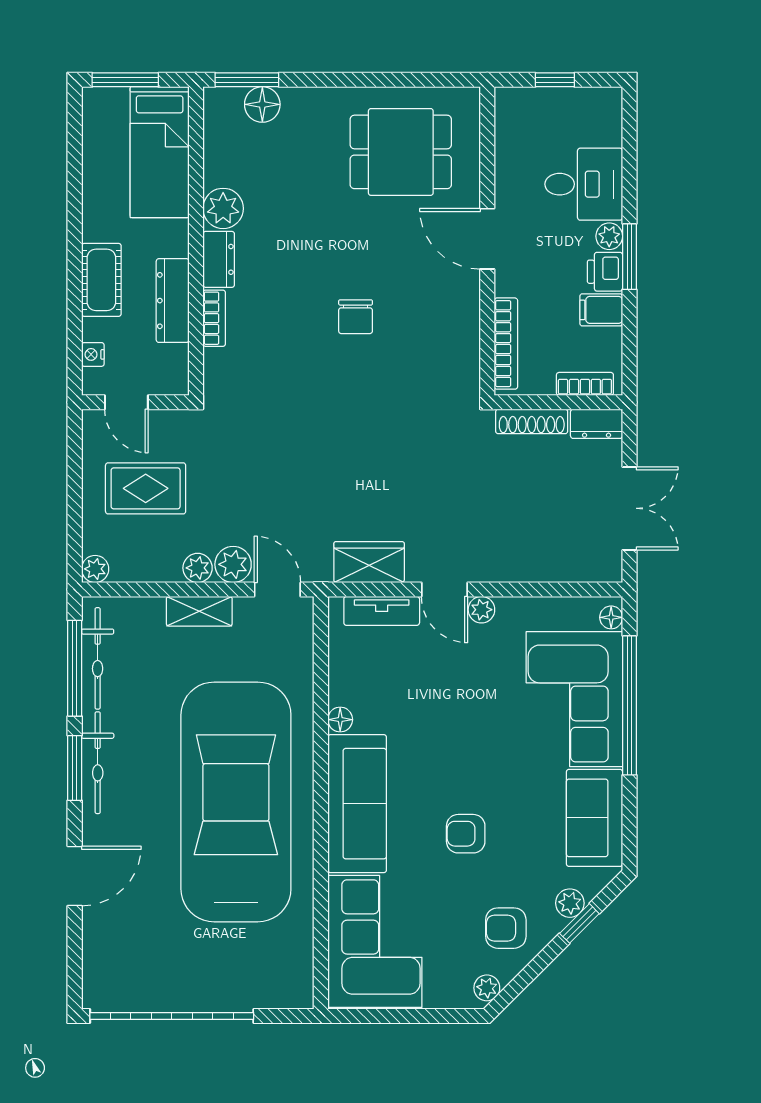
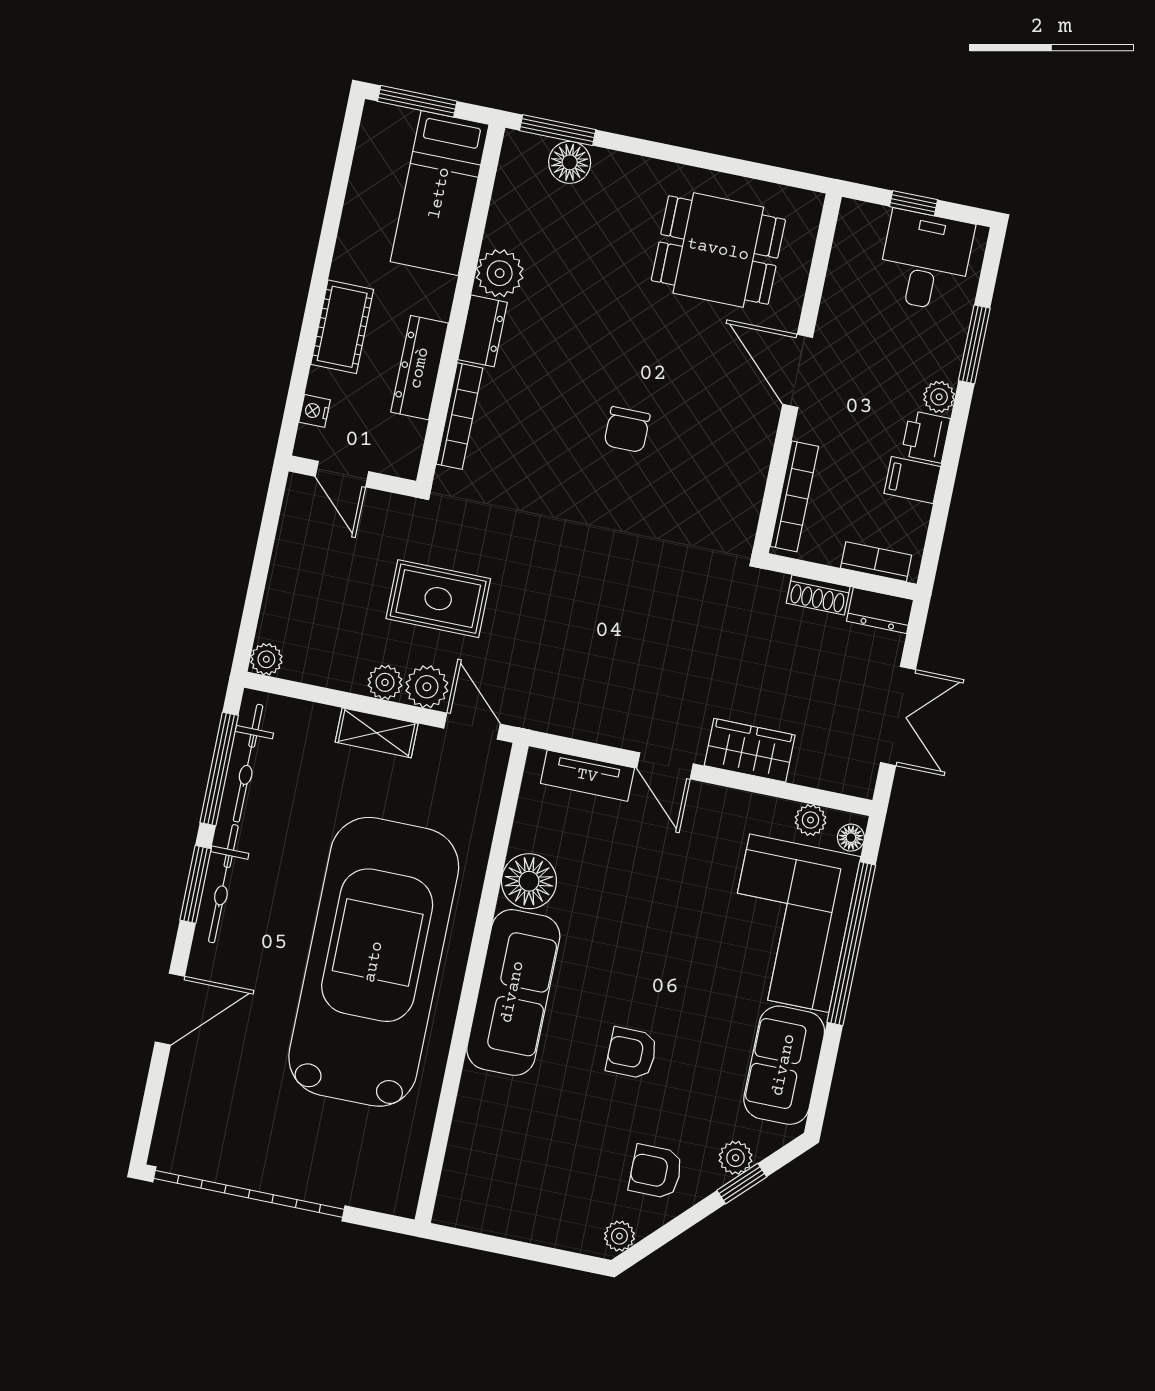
desk: (584, 184) -> (925, 261), moved, turned -90
window: (629, 257) -> (974, 344), moved
bookcase: (214, 318) -> (460, 416), width x1.56
shoe rack: (532, 421) -> (818, 595), width x0.70
rug: (146, 488) -> (438, 599), moved
wardrobe: (369, 562) -> (750, 750), moved
plant: (481, 610) -> (810, 820), moved
floor lamp: (340, 720) -> (529, 881), width x1.89, depth x1.89
corner sofa: (375, 941) -> (501, 1156), removed

